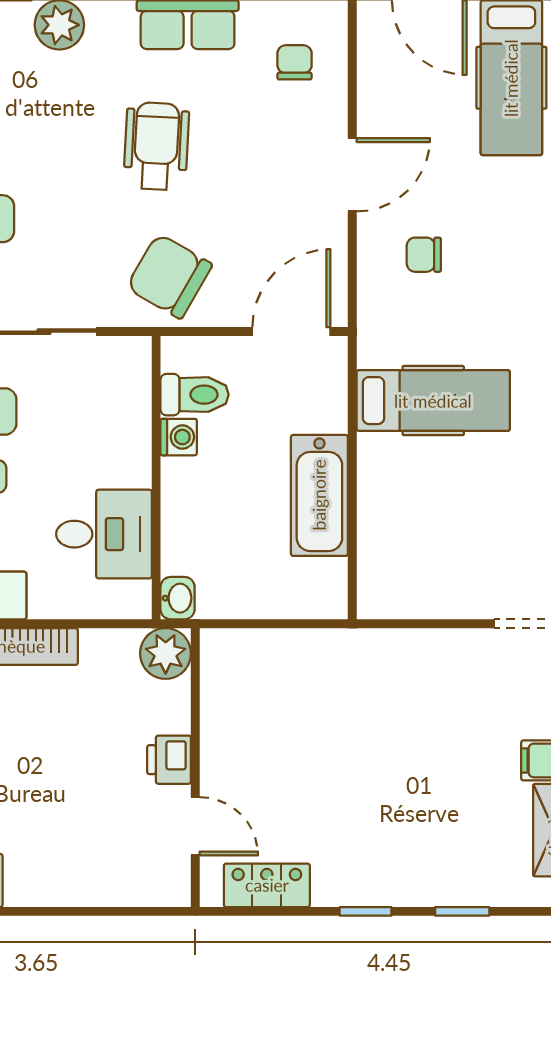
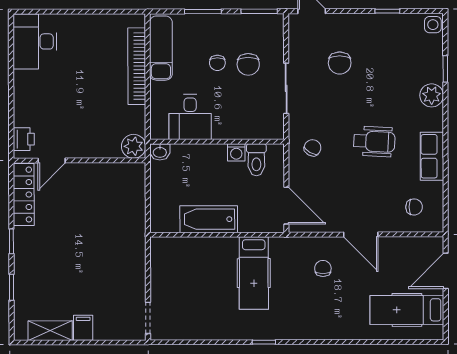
chair: (169, 276) -> (313, 148), width x0.54, depth x0.54
printer: (169, 760) -> (24, 139), moved, turned 90
locker: (267, 885) -> (24, 195), width x1.53

